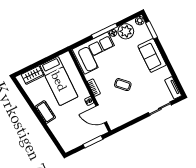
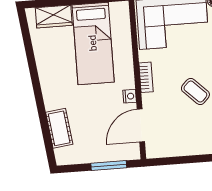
cot: (45, 112) -> (59, 128), moved
door: (101, 114) -> (141, 125), hinge flipped

